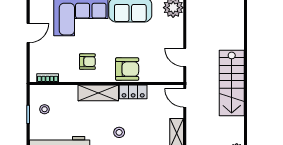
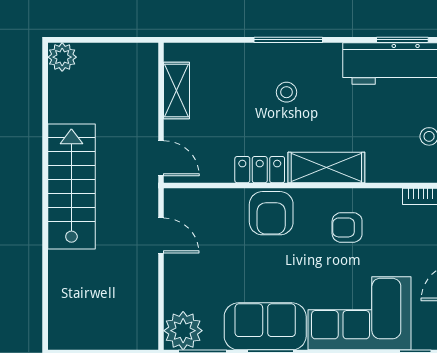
armchair: (127, 69) -> (271, 213), turned -90

